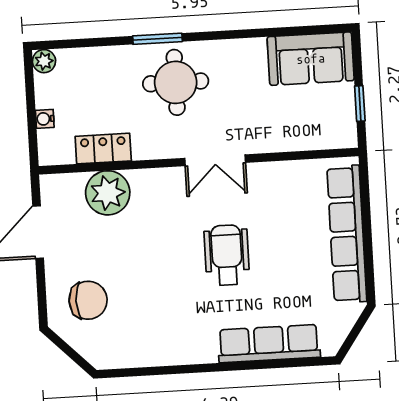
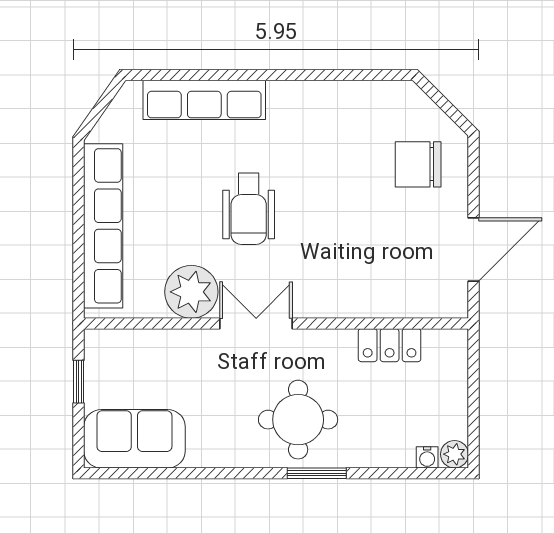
water cooler: (45, 119) -> (427, 457), moved, turned 90
plant: (108, 193) -> (191, 292), moved

